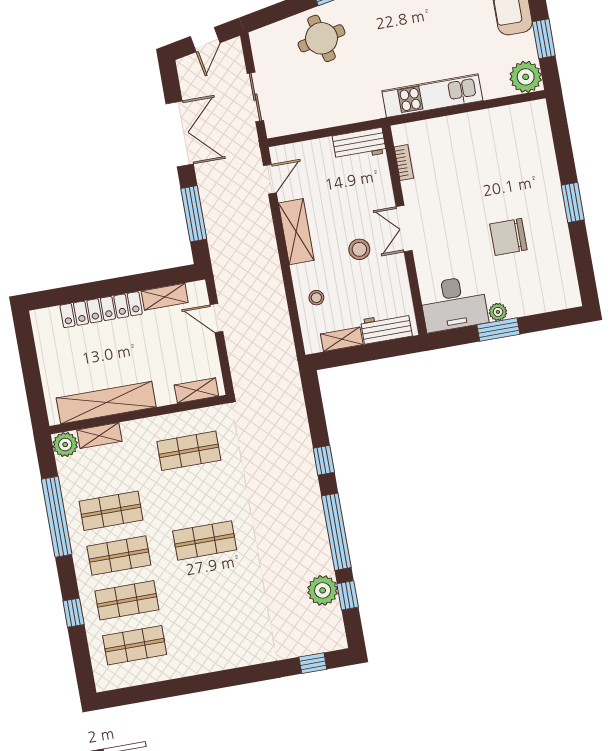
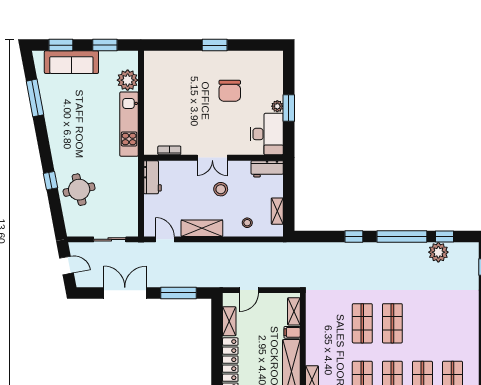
plant: (526, 77) -> (128, 80), moved
workbench: (386, 328) -> (267, 169), moved, turned -90
filing cabinet: (165, 393) -> (292, 332), added
shop shelf: (189, 451) -> (362, 323), moved

